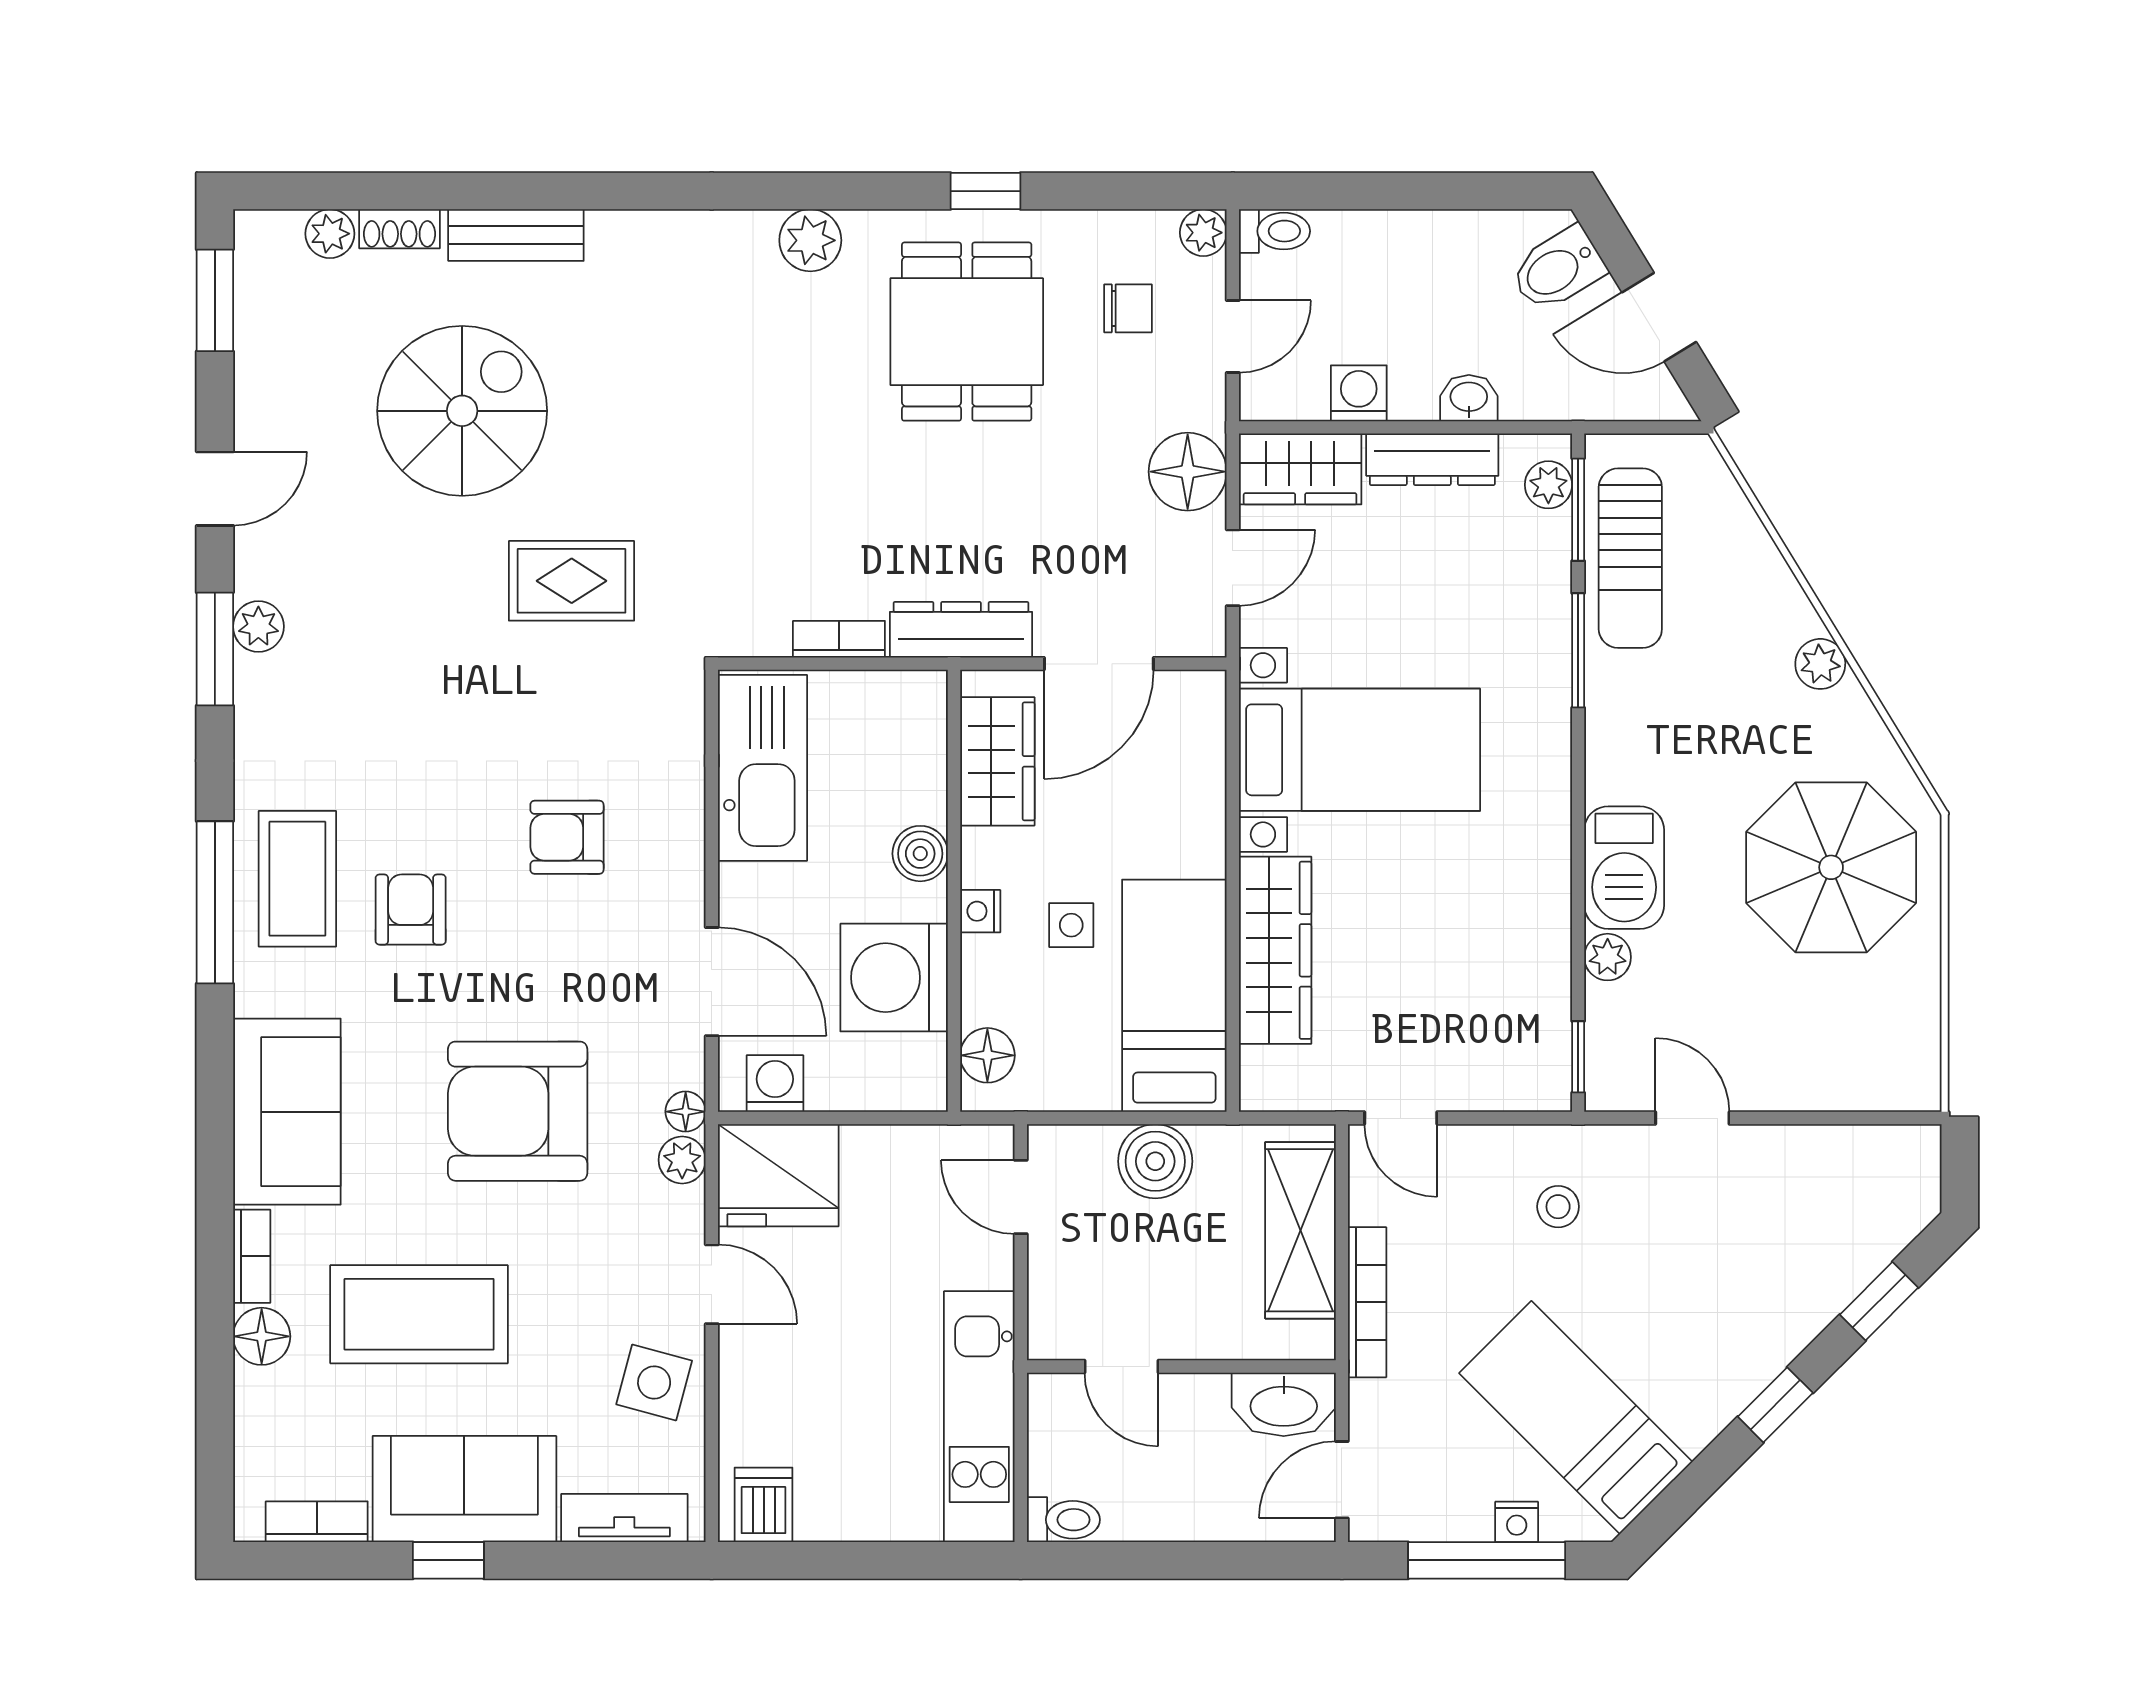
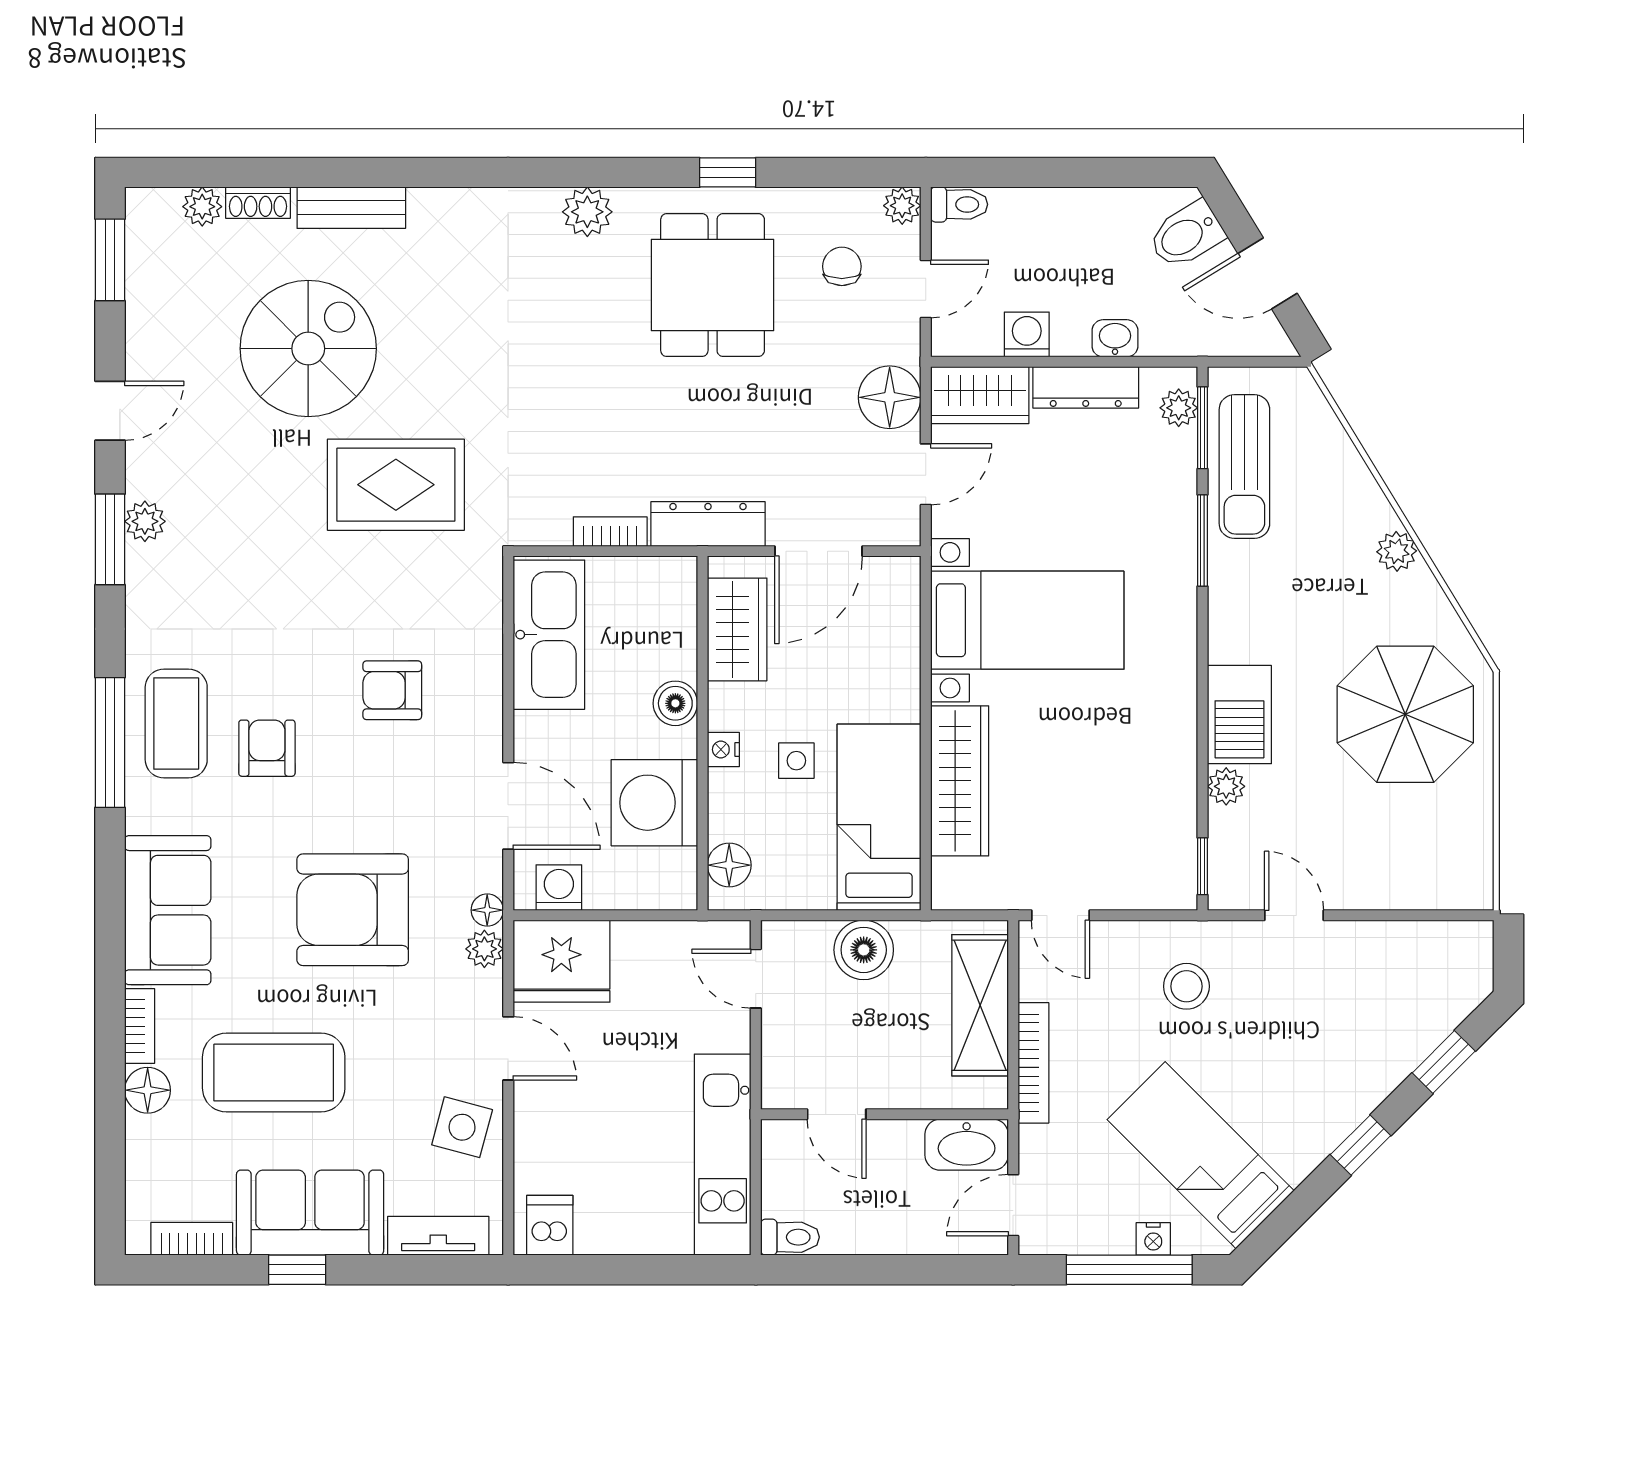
chair: (1128, 308) -> (842, 266), turned -90
rug: (572, 581) -> (396, 485), width x1.36, depth x1.43
stool: (1558, 1207) -> (1186, 986), width x1.37, depth x1.37

